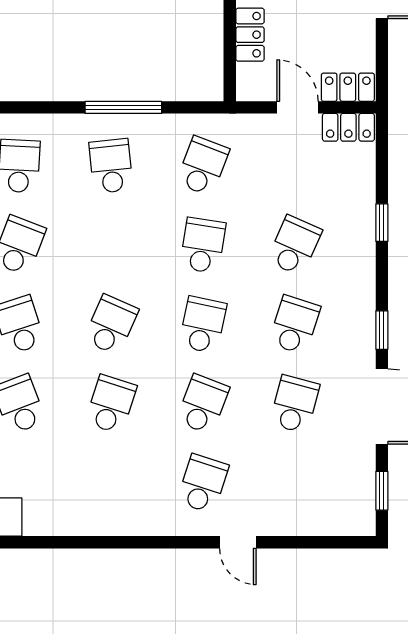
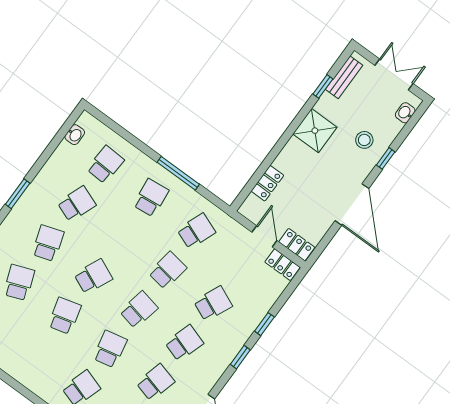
window: (382, 330) -> (240, 357), moved
school desk: (111, 404) -> (65, 316), turned -33
school desk: (203, 404) -> (110, 349), turned -33

